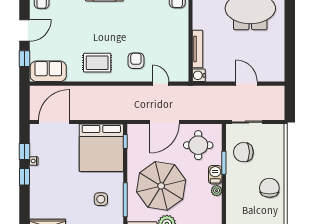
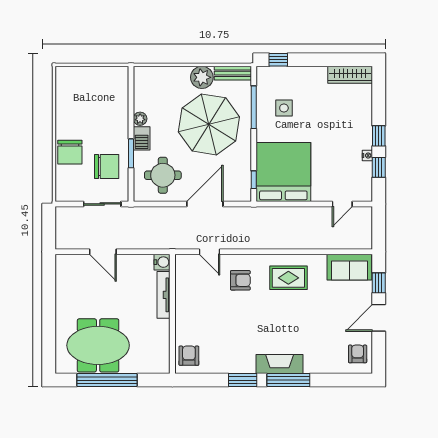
armchair: (136, 61) -> (240, 280), turned -90
door: (54, 122) -> (342, 204), width x0.53
chair: (269, 188) -> (70, 152), moved

